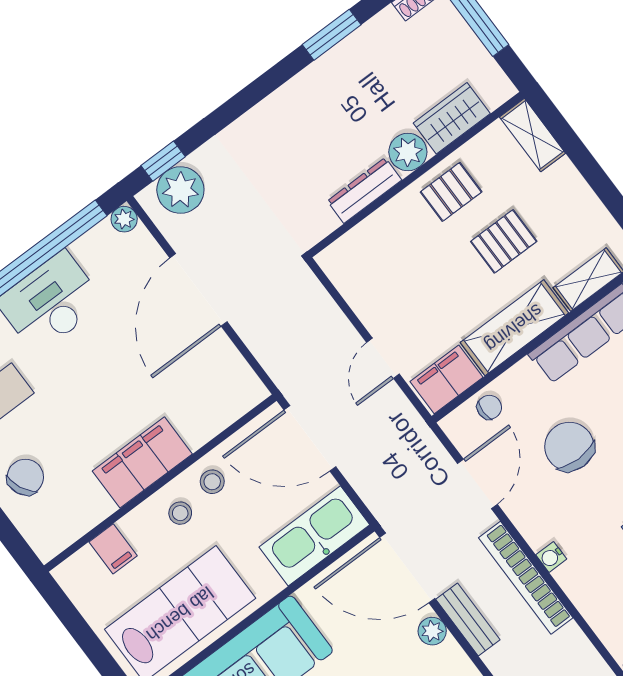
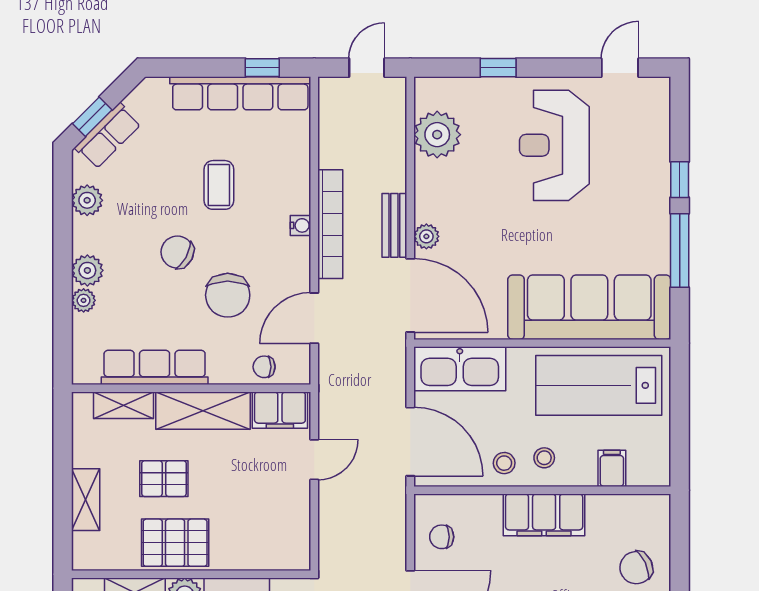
shelving: (533, 135) -> (86, 500), moved
pallet: (451, 192) -> (175, 543), width x1.50, depth x1.42
chair: (219, 375) -> (442, 537), added

